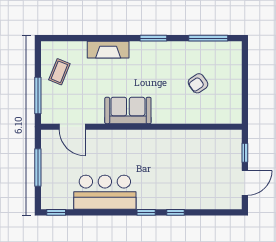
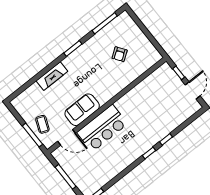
coffee table: (59, 72) -> (42, 124), moved
sofa: (128, 110) -> (82, 110), moved
bar counter: (105, 192) -> (102, 128), moved, turned 180

